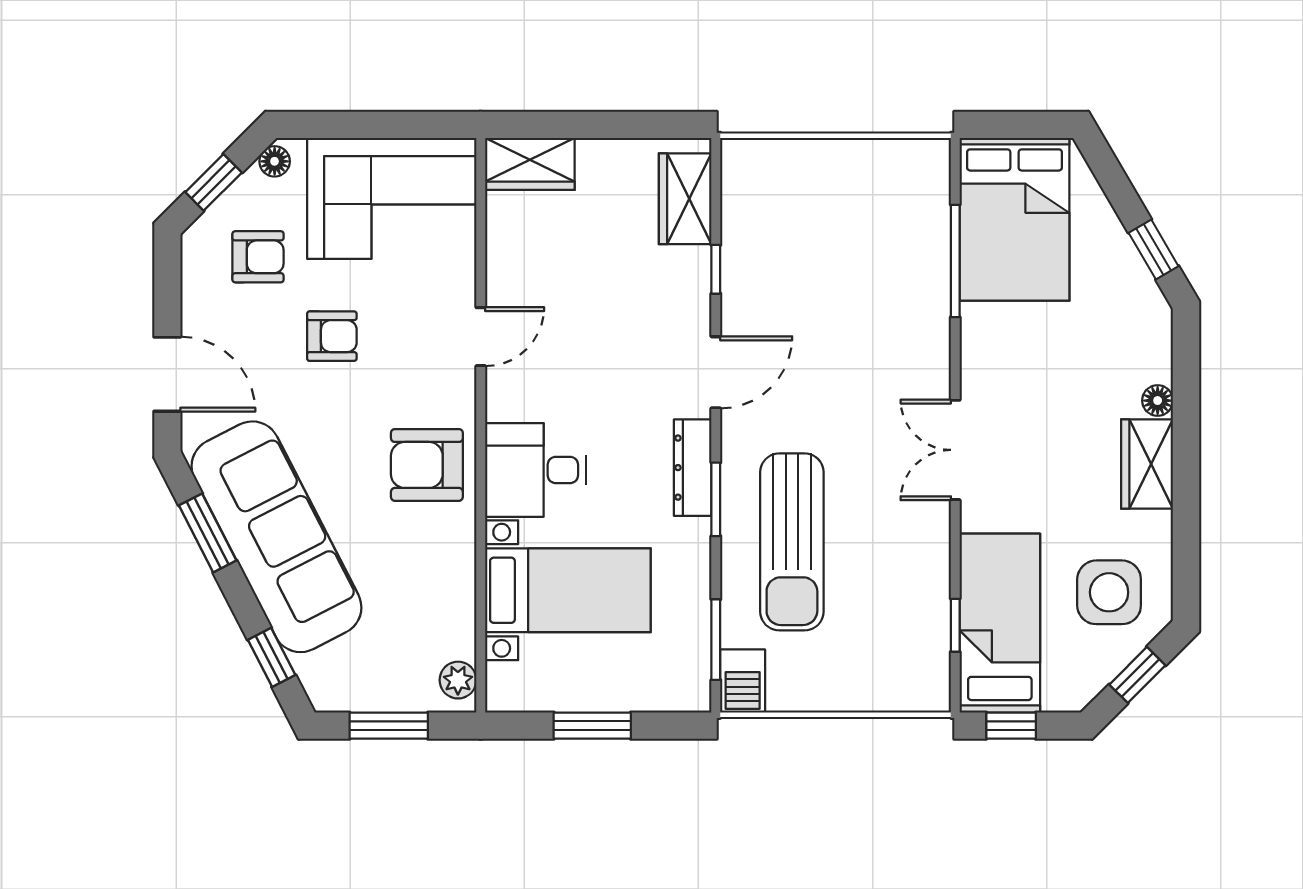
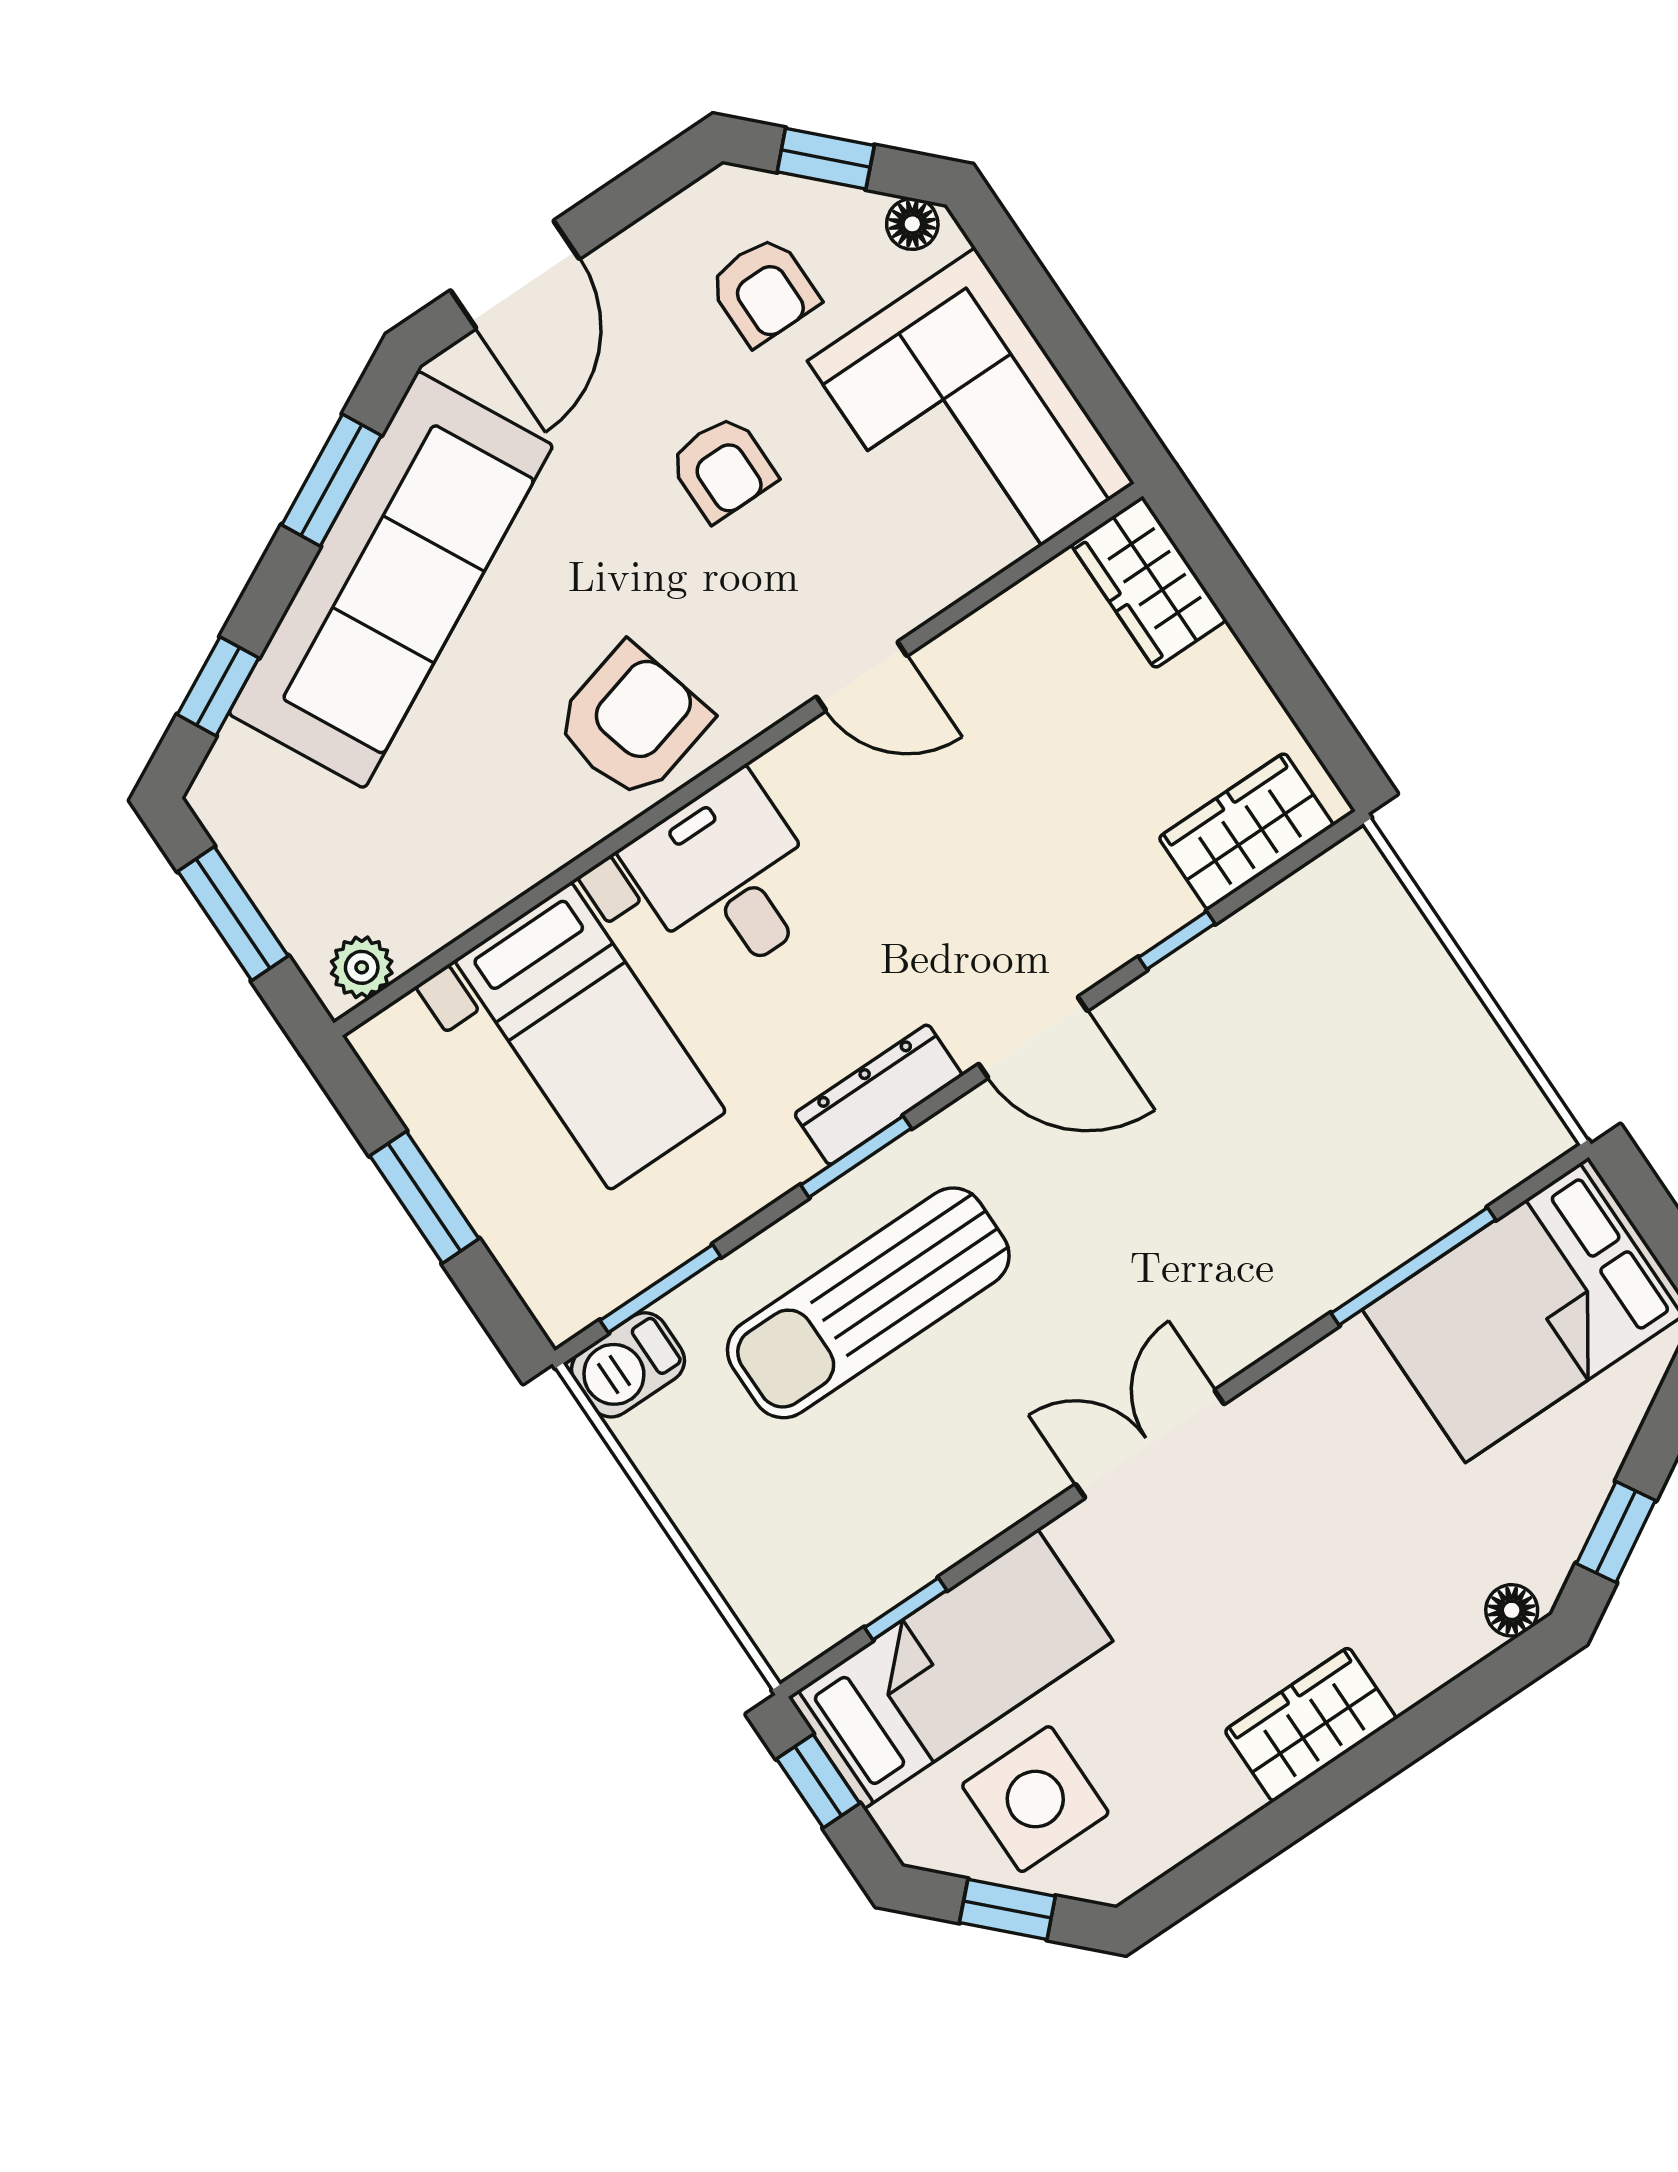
floor lamp: (1158, 401) -> (1512, 1610), moved
armchair: (427, 465) -> (632, 722), turned 75
side table: (1109, 592) -> (1035, 1799), moved

